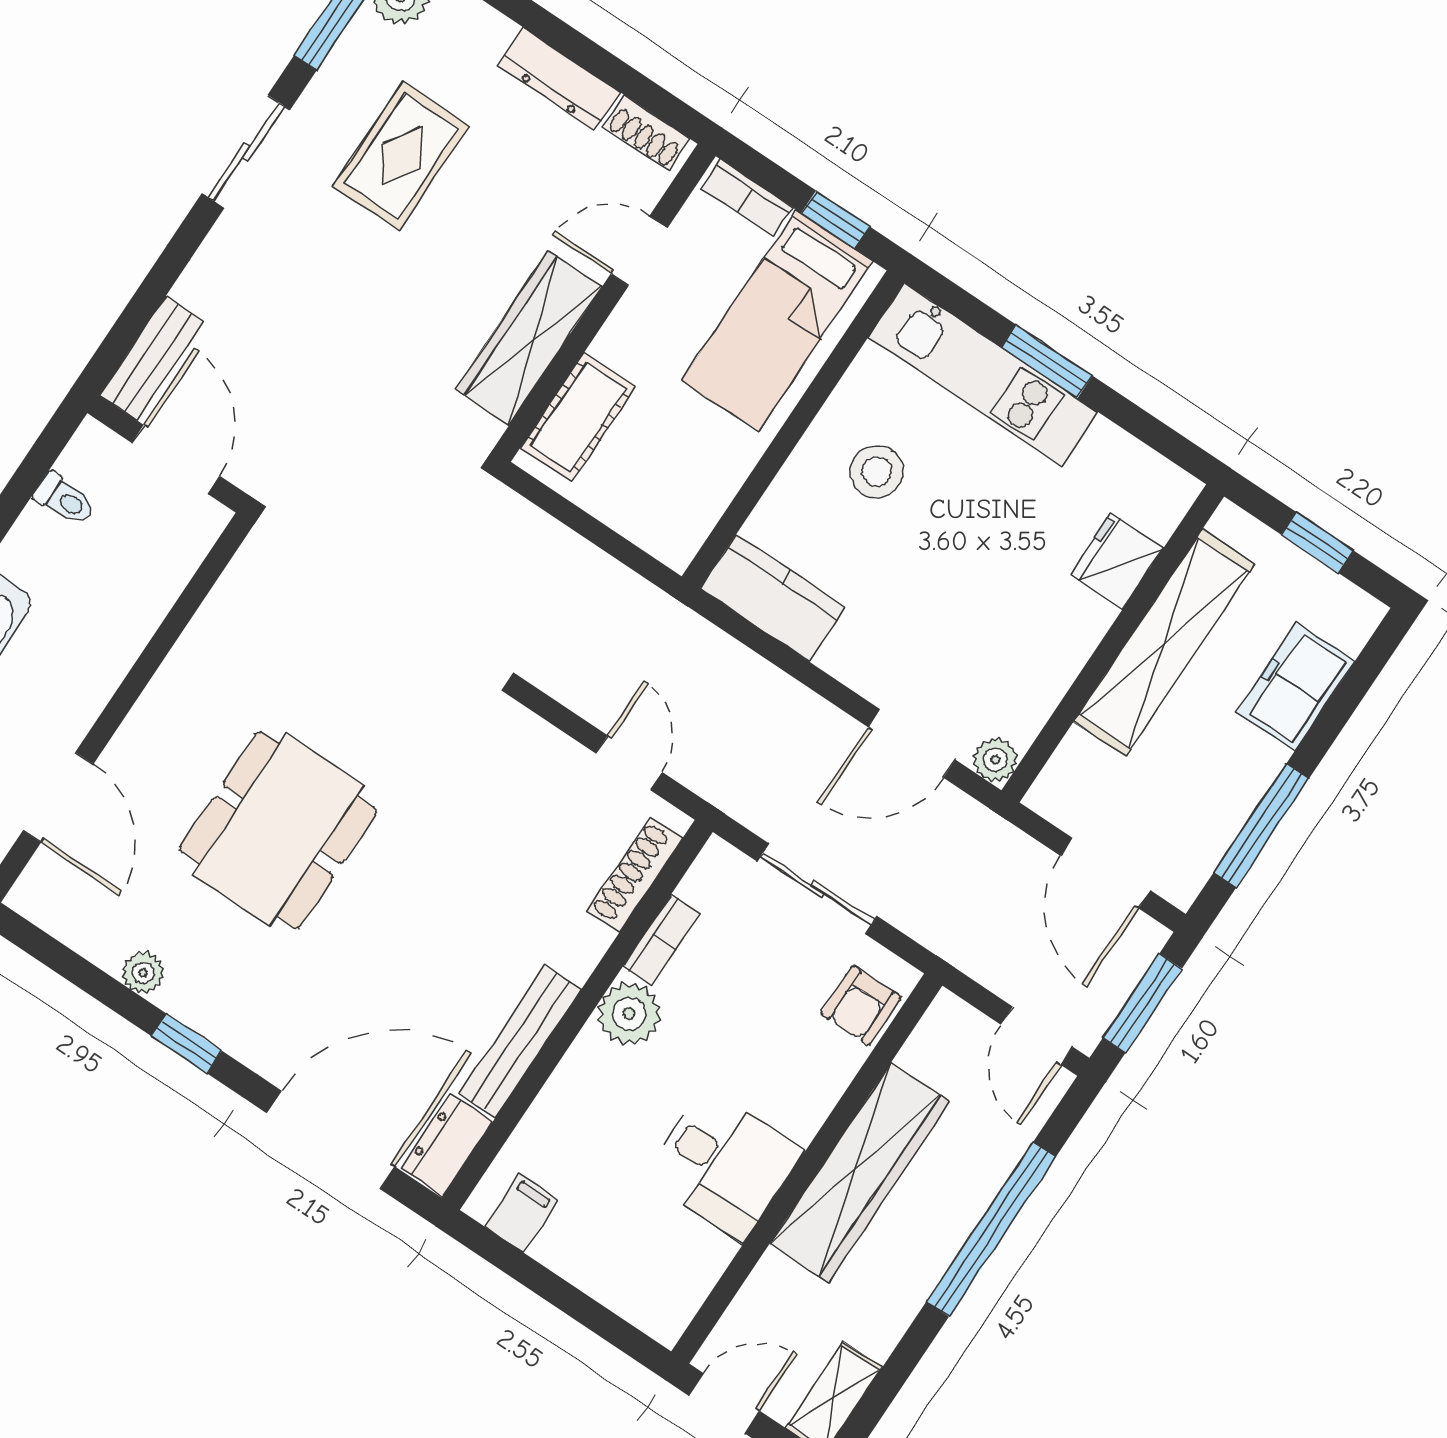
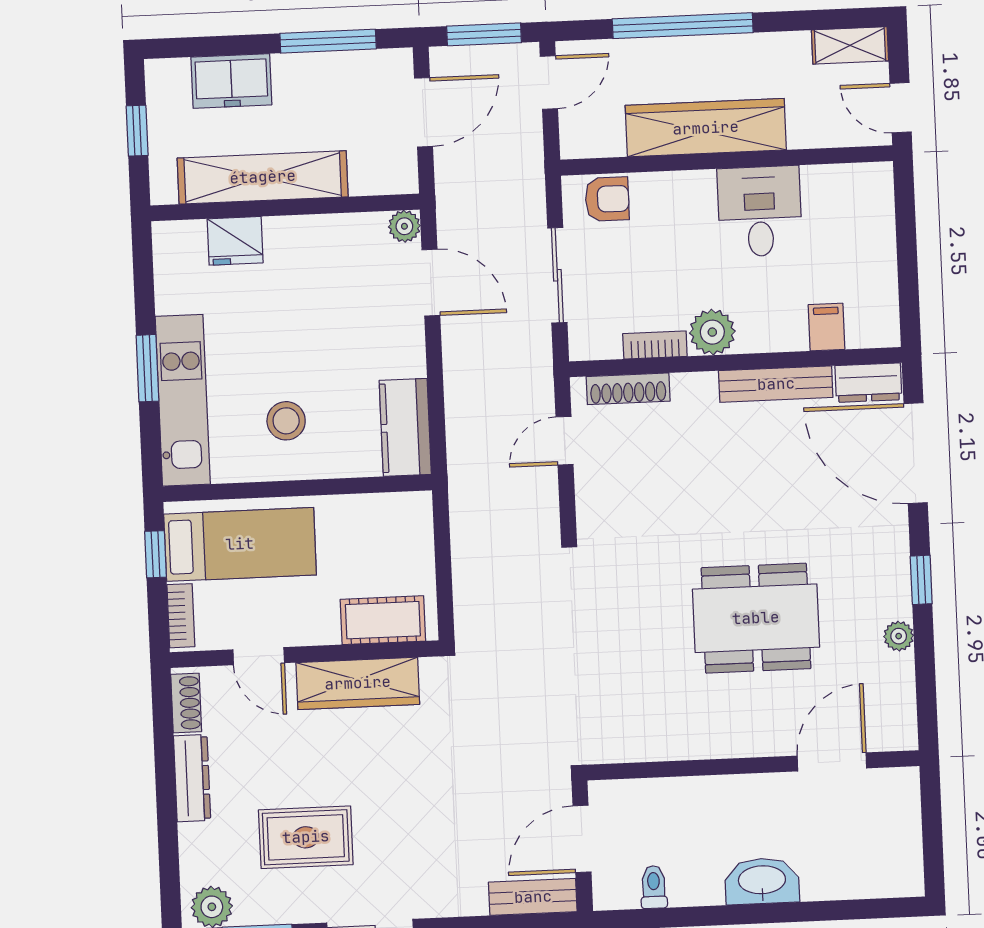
filing cabinet: (521, 1213) -> (827, 327), moved, turned 90

